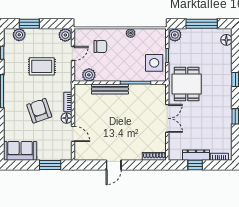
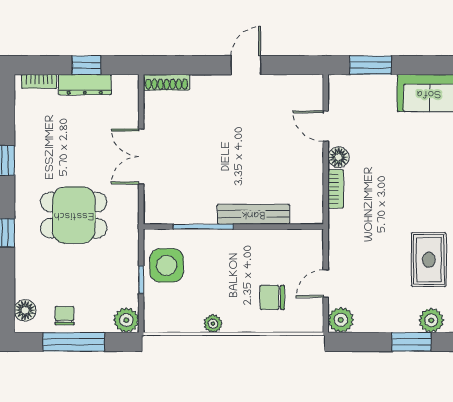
chair: (206, 37) -> (65, 316), added
rug: (42, 66) -> (429, 260), moved, turned 90
plant: (89, 75) -> (295, 242), removed
dining table: (187, 84) -> (74, 215), moved, turned 90
armchair: (39, 111) -> (392, 172), removed

